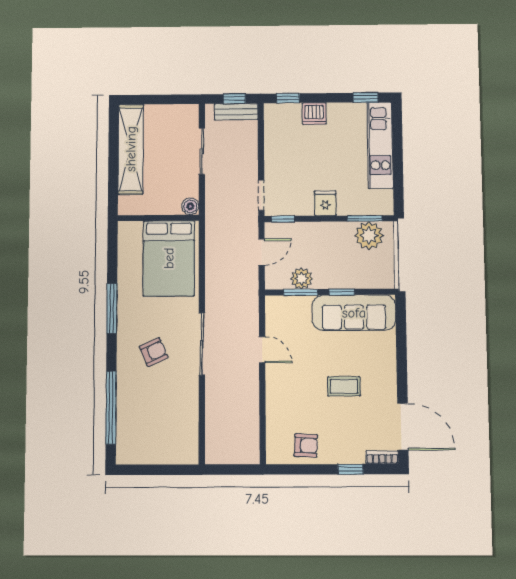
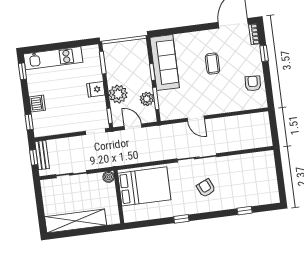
plant: (369, 236) -> (118, 94), moved
window: (112, 308) -> (181, 219), width x0.46
door: (262, 350) -> (196, 119), swing flipped
window: (111, 408) -> (245, 211), width x0.32

